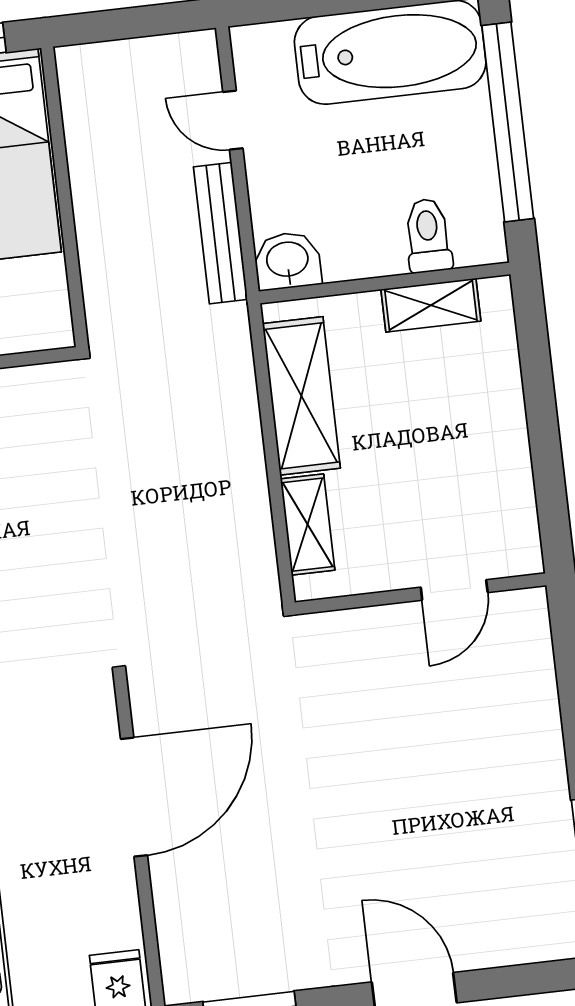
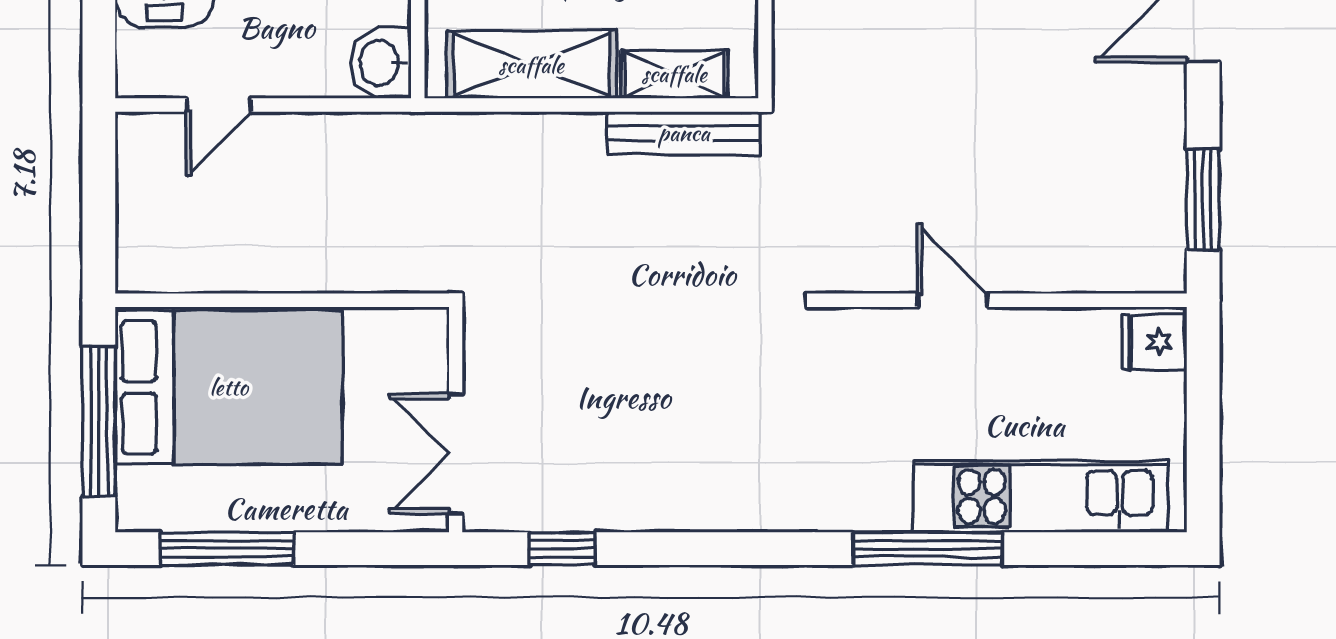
bench: (221, 233) -> (684, 133), moved
door: (134, 797) -> (952, 300), width x0.53

